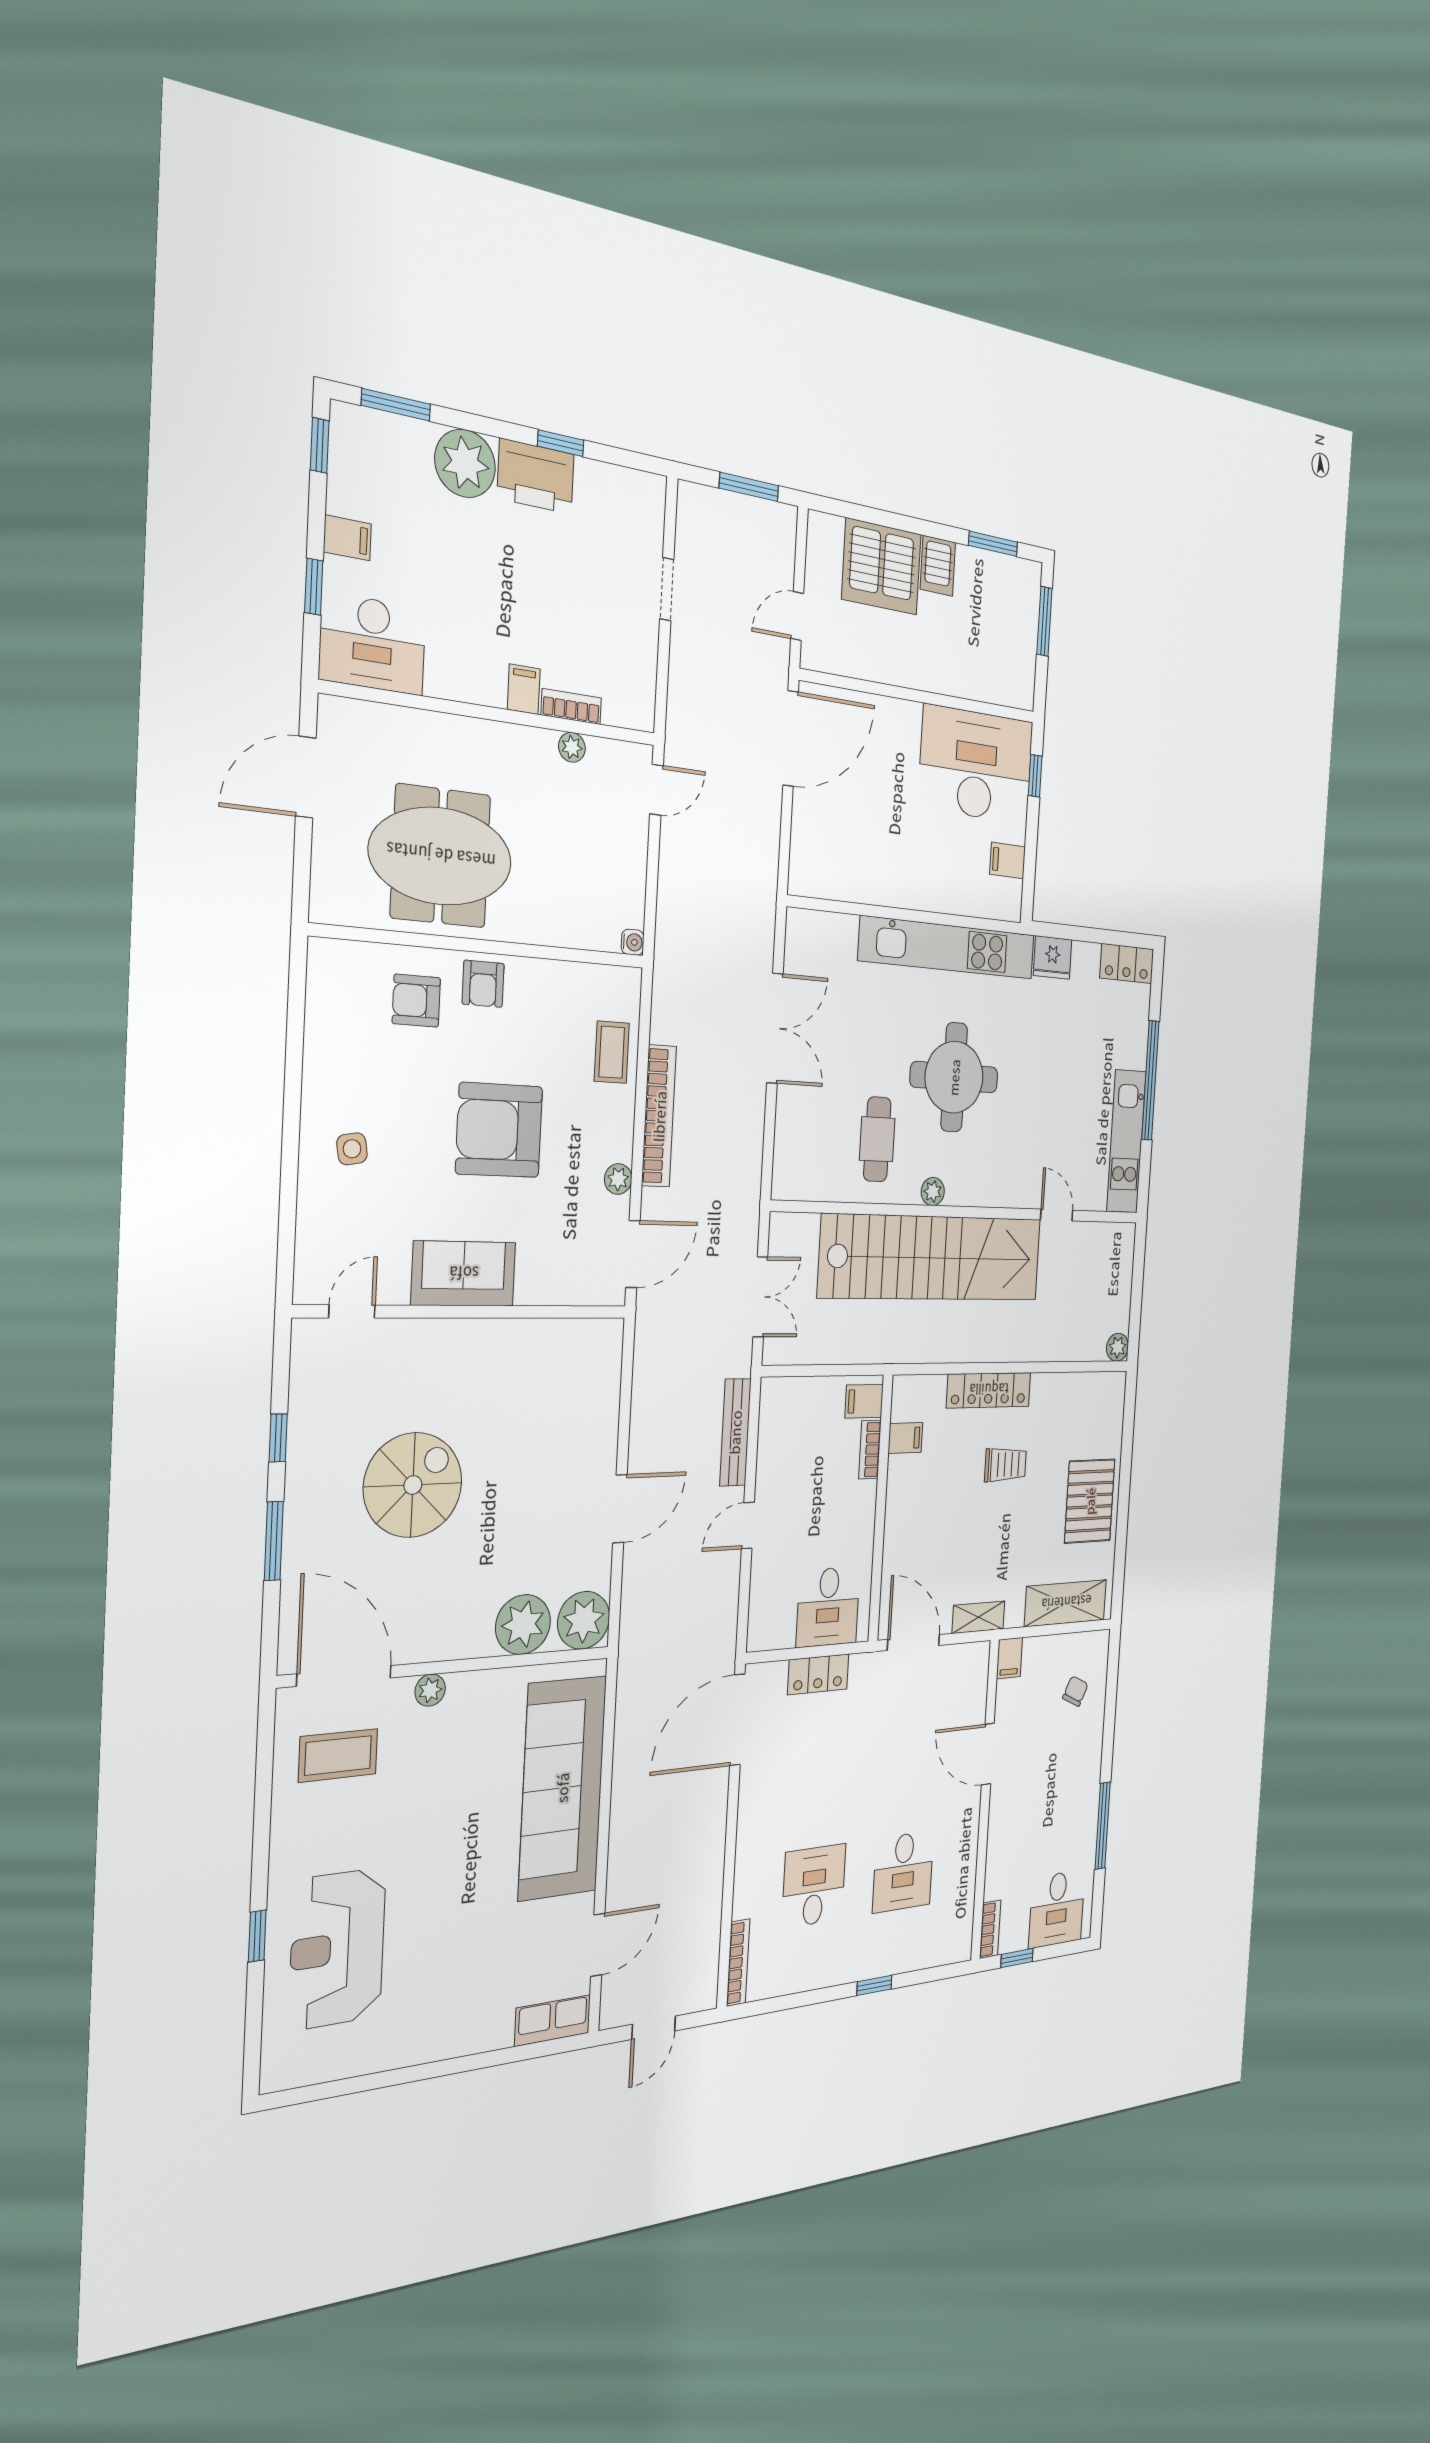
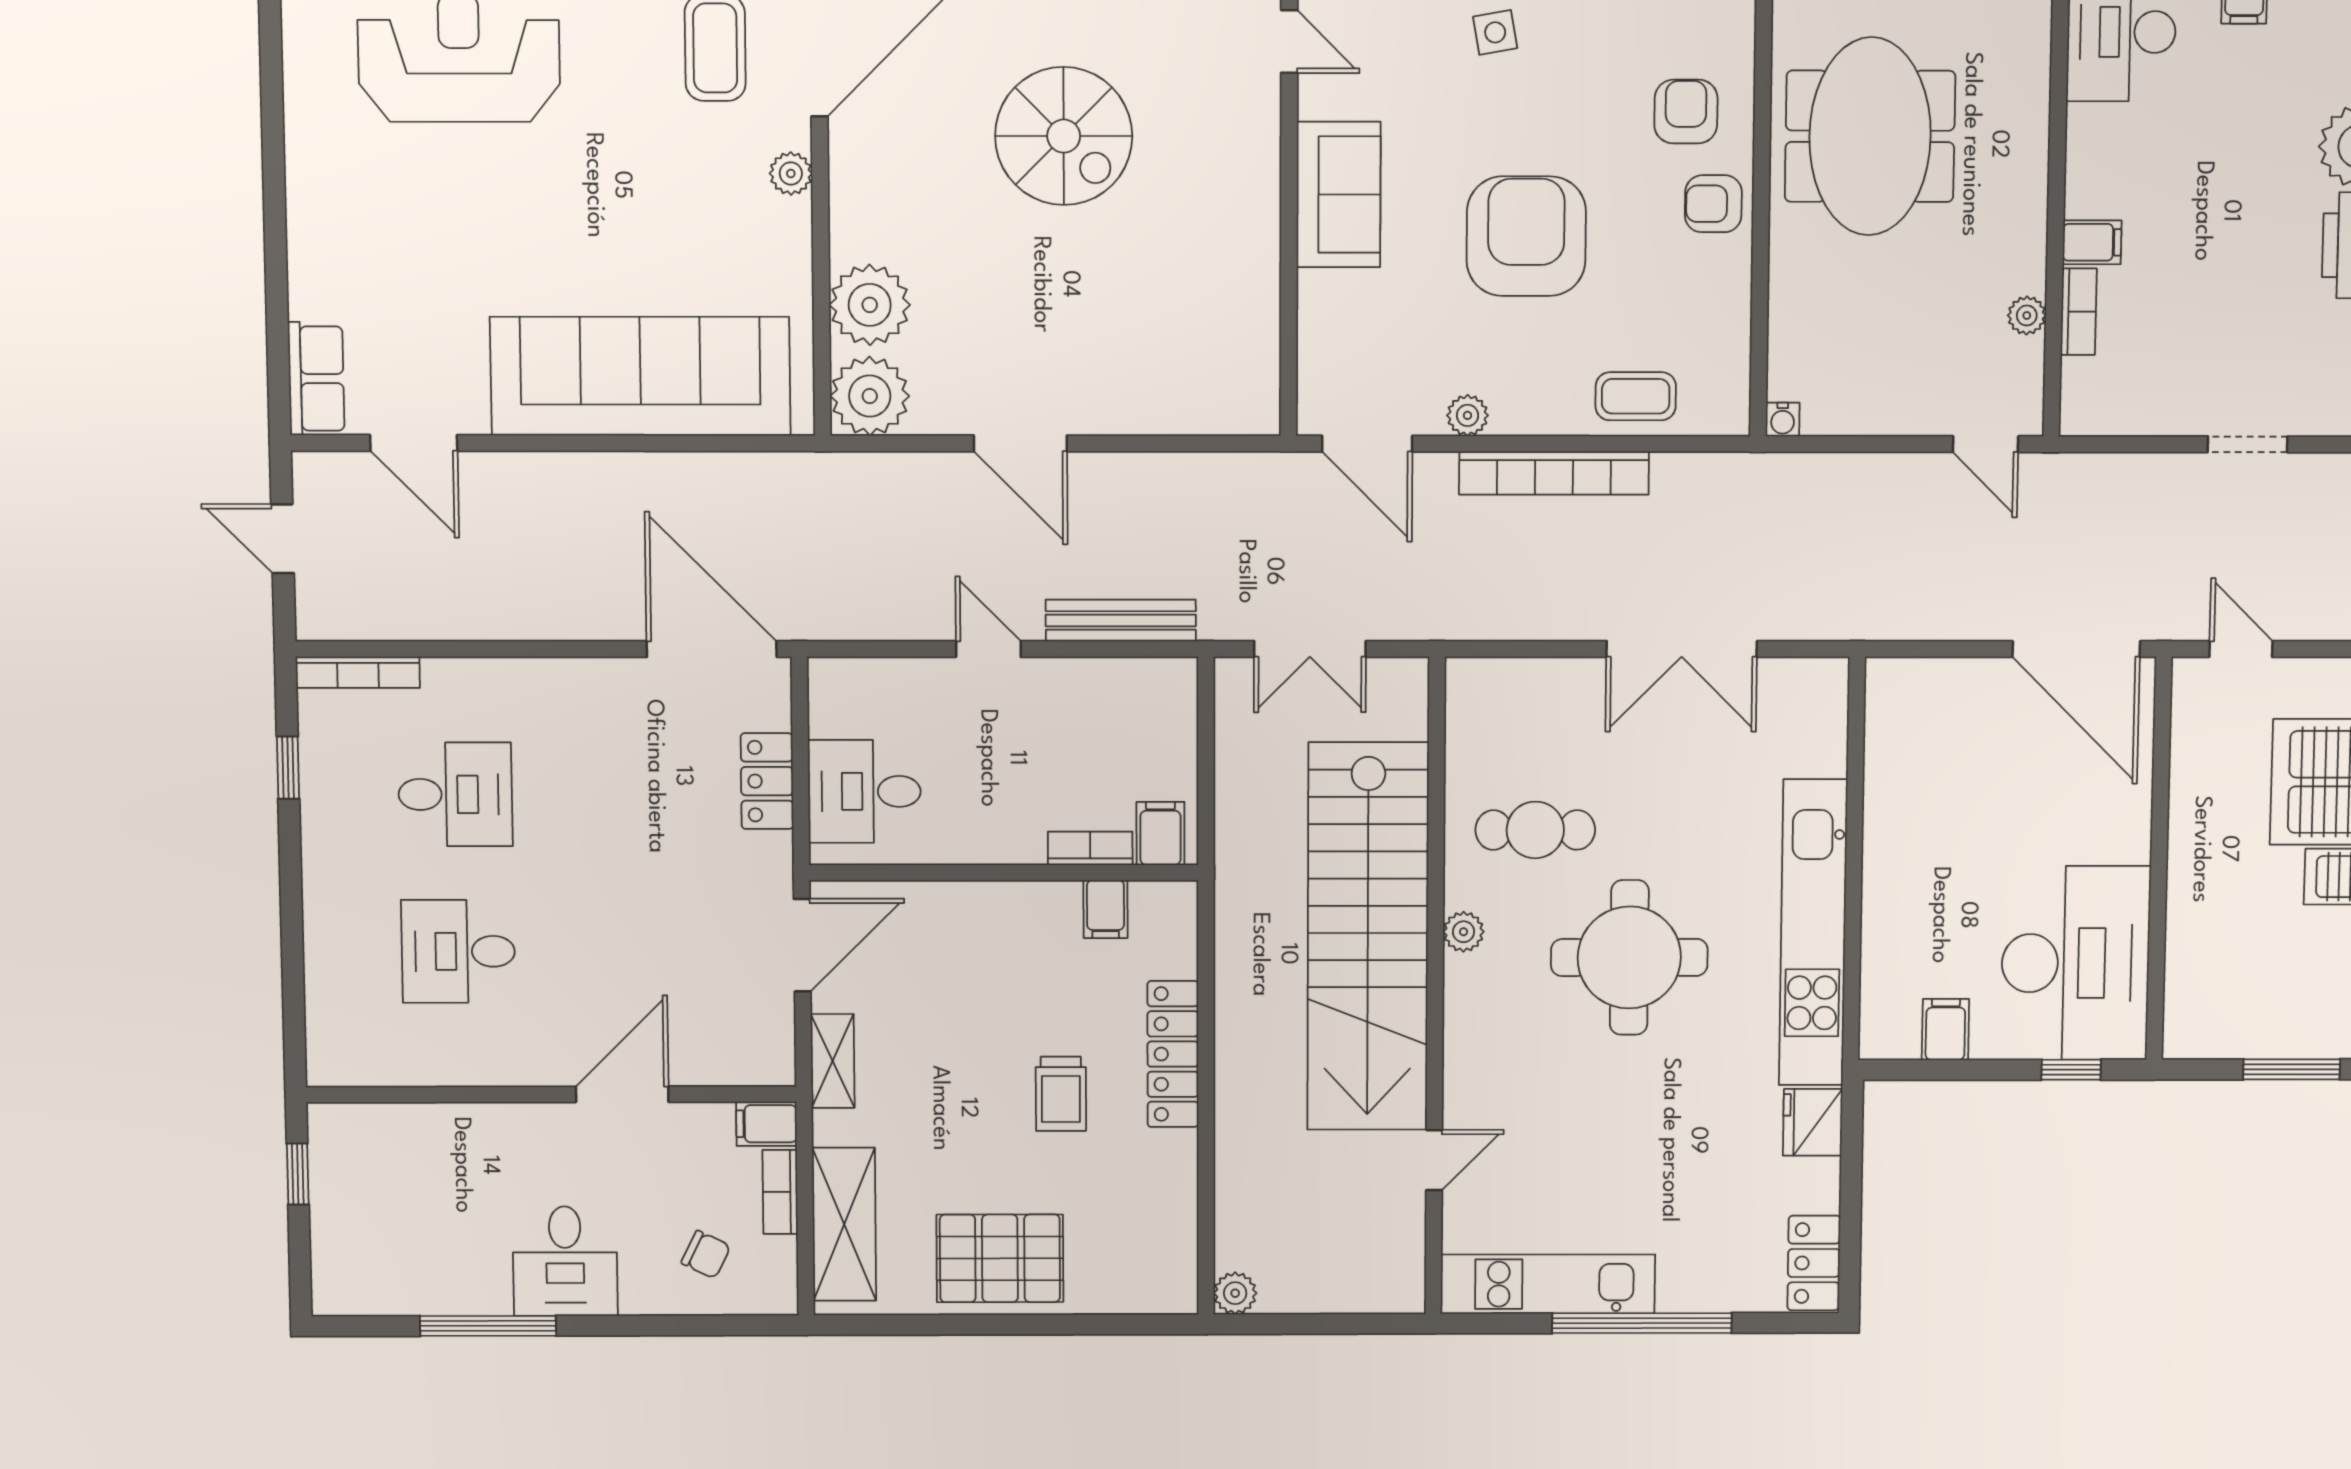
desk: (1057, 1909) -> (565, 1261), moved, turned -90
bookcase: (990, 1929) -> (780, 1192), moved, turned 90
window: (874, 1985) -> (288, 768), moved

